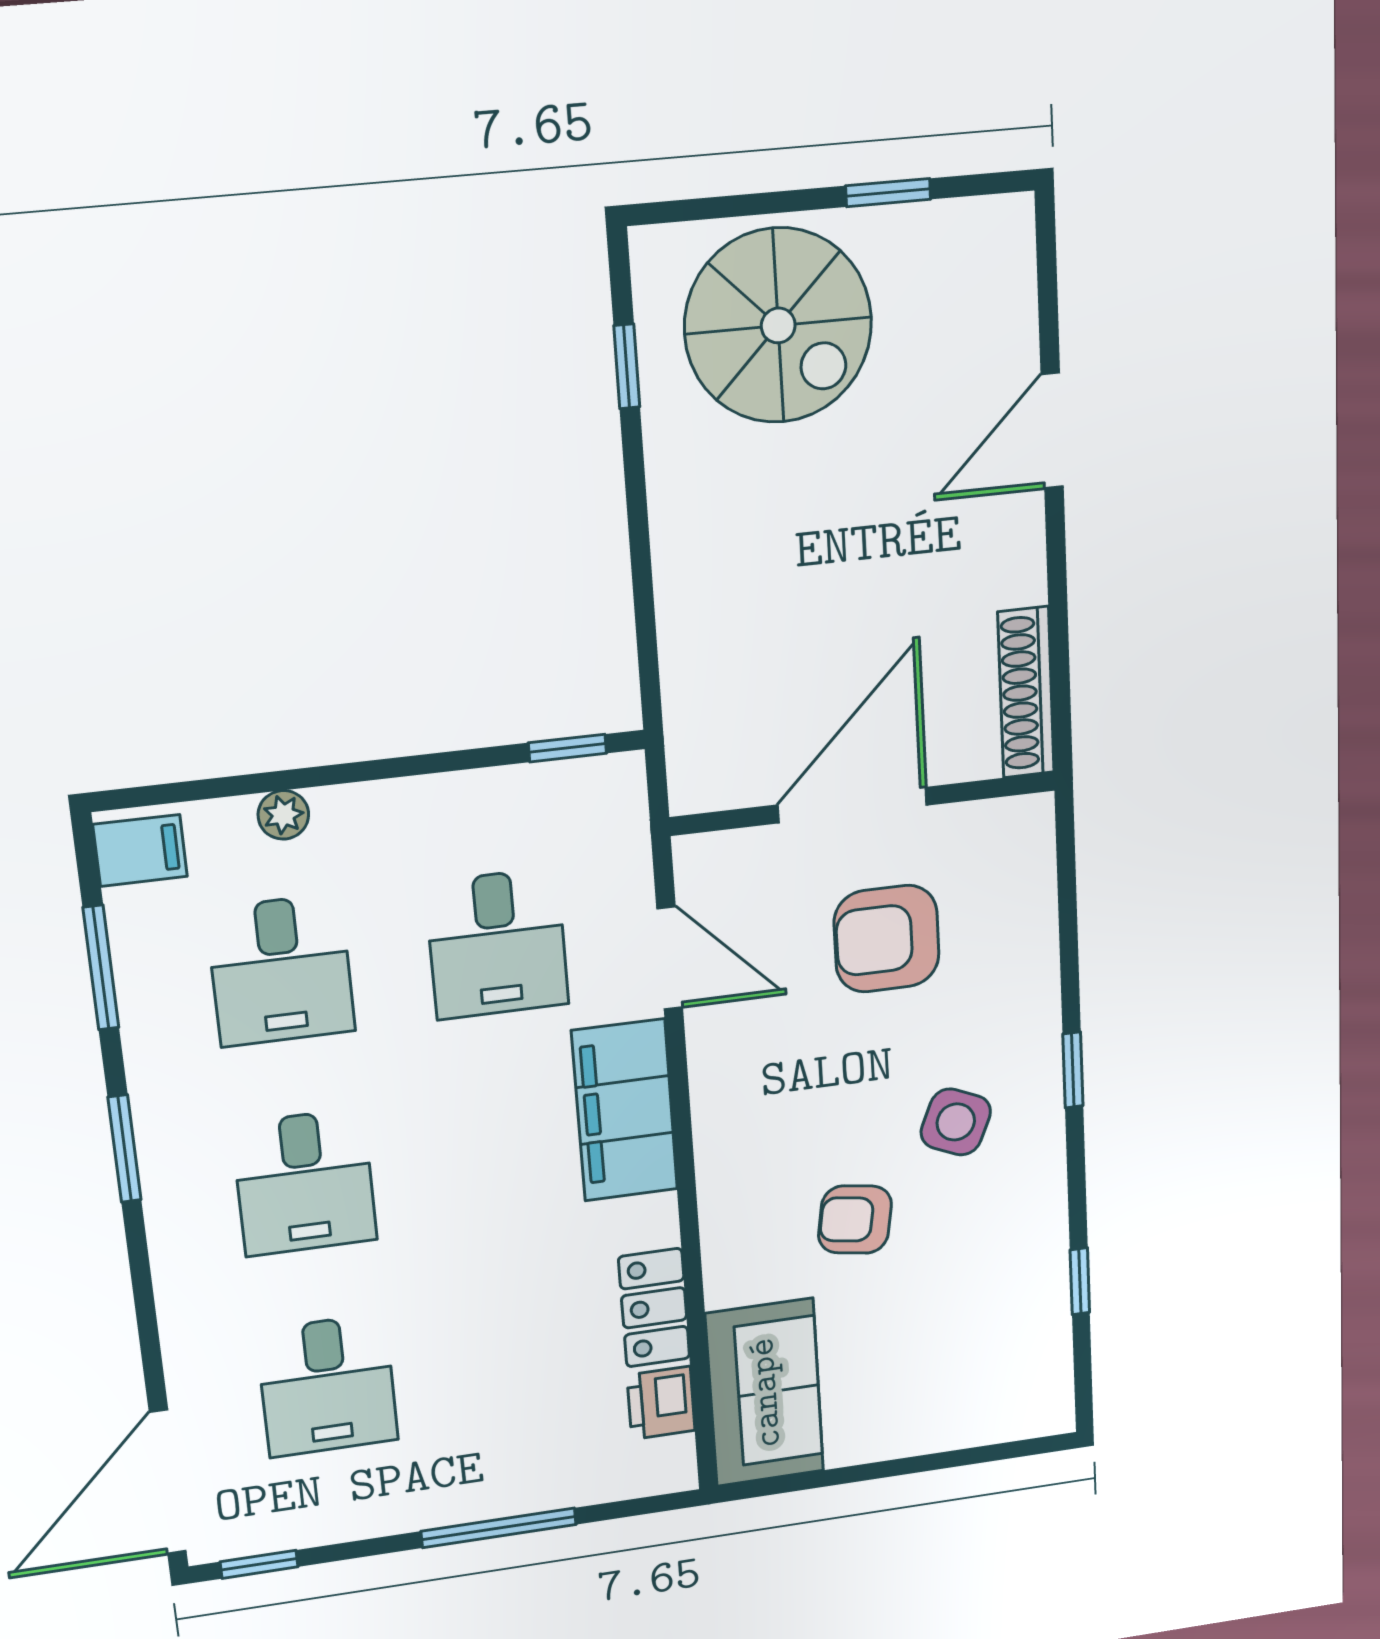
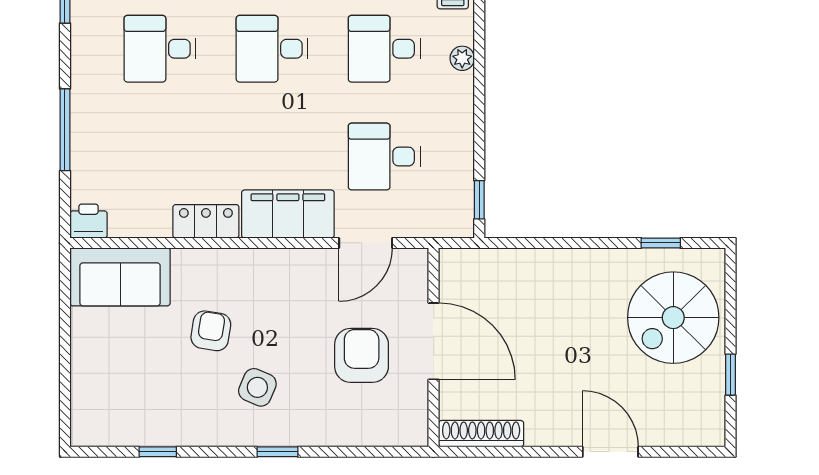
locker: (654, 1308) -> (206, 221), moved
printer: (661, 1403) -> (89, 221), moved

